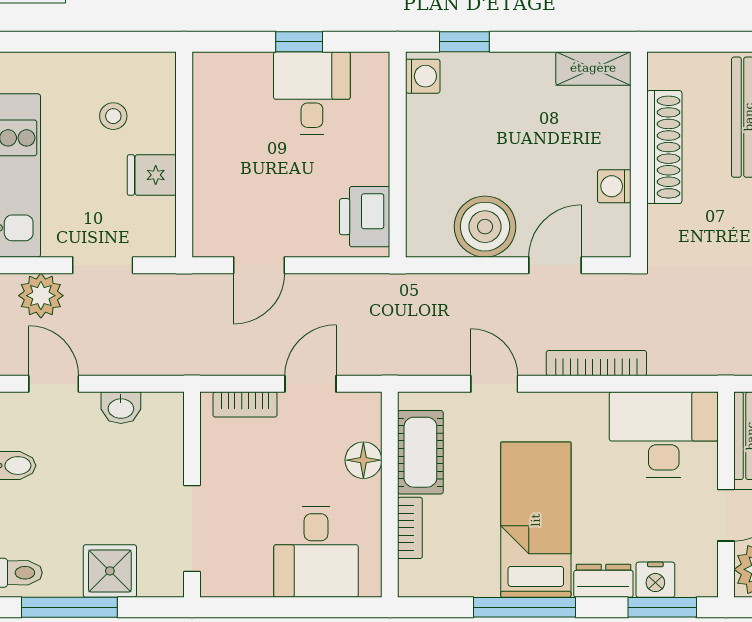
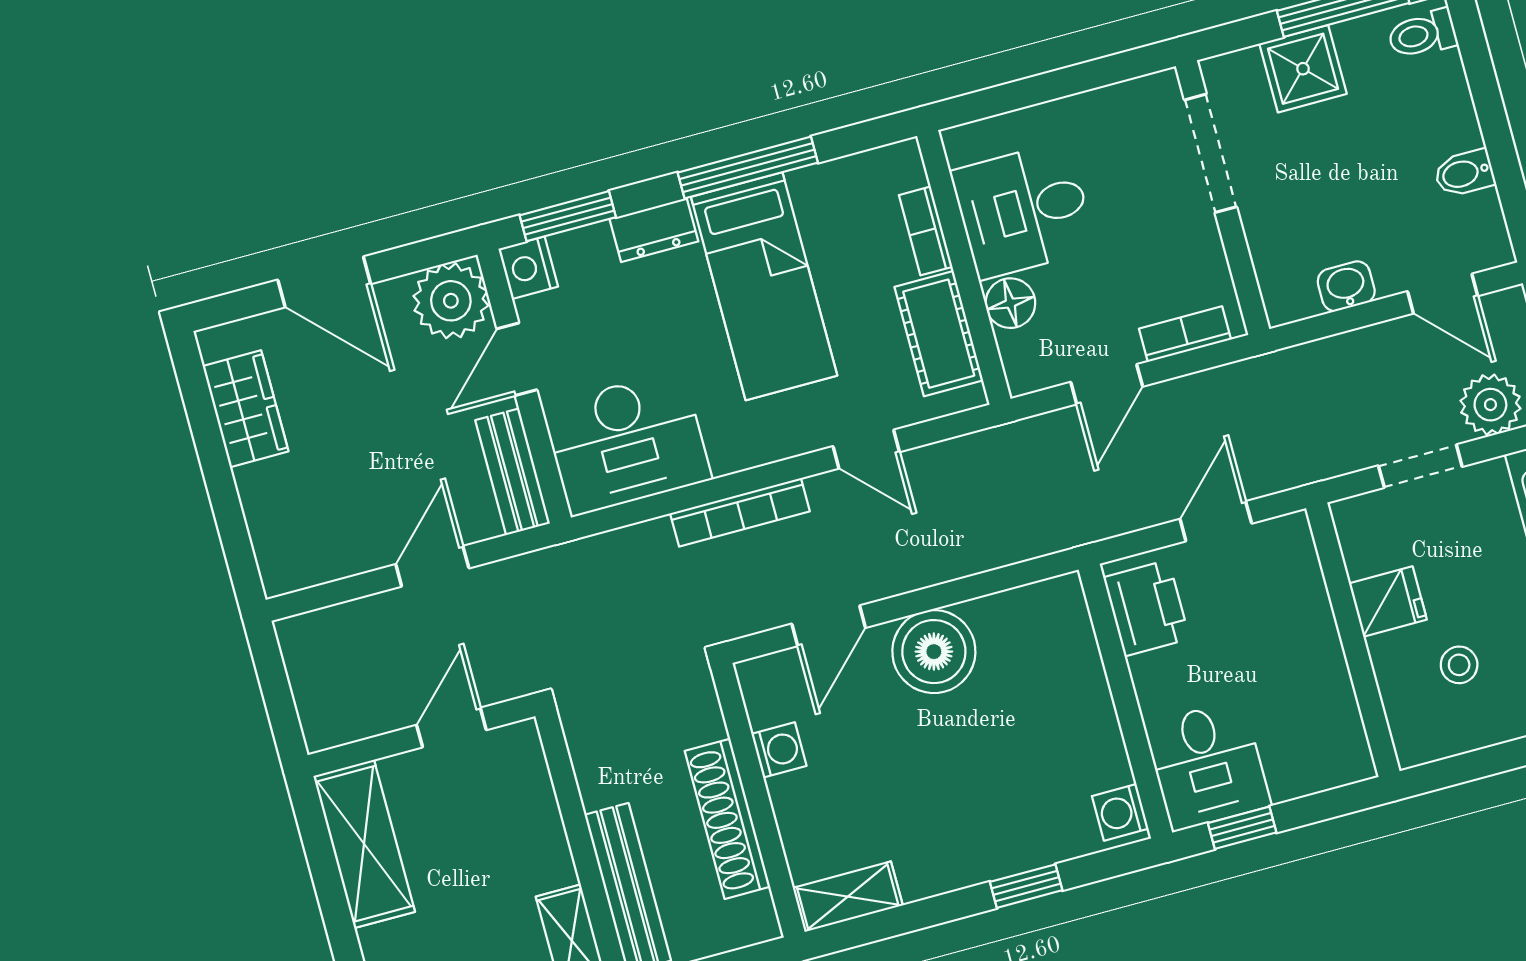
washing machine: (423, 76) -> (1120, 812), moved
wall: (398, 154) -> (1125, 701), moved
printer: (365, 217) -> (1146, 608), moved
desk: (316, 552) -> (1023, 210), moved, turned -90
nightstand: (655, 580) -> (528, 268), moved, turned -90

